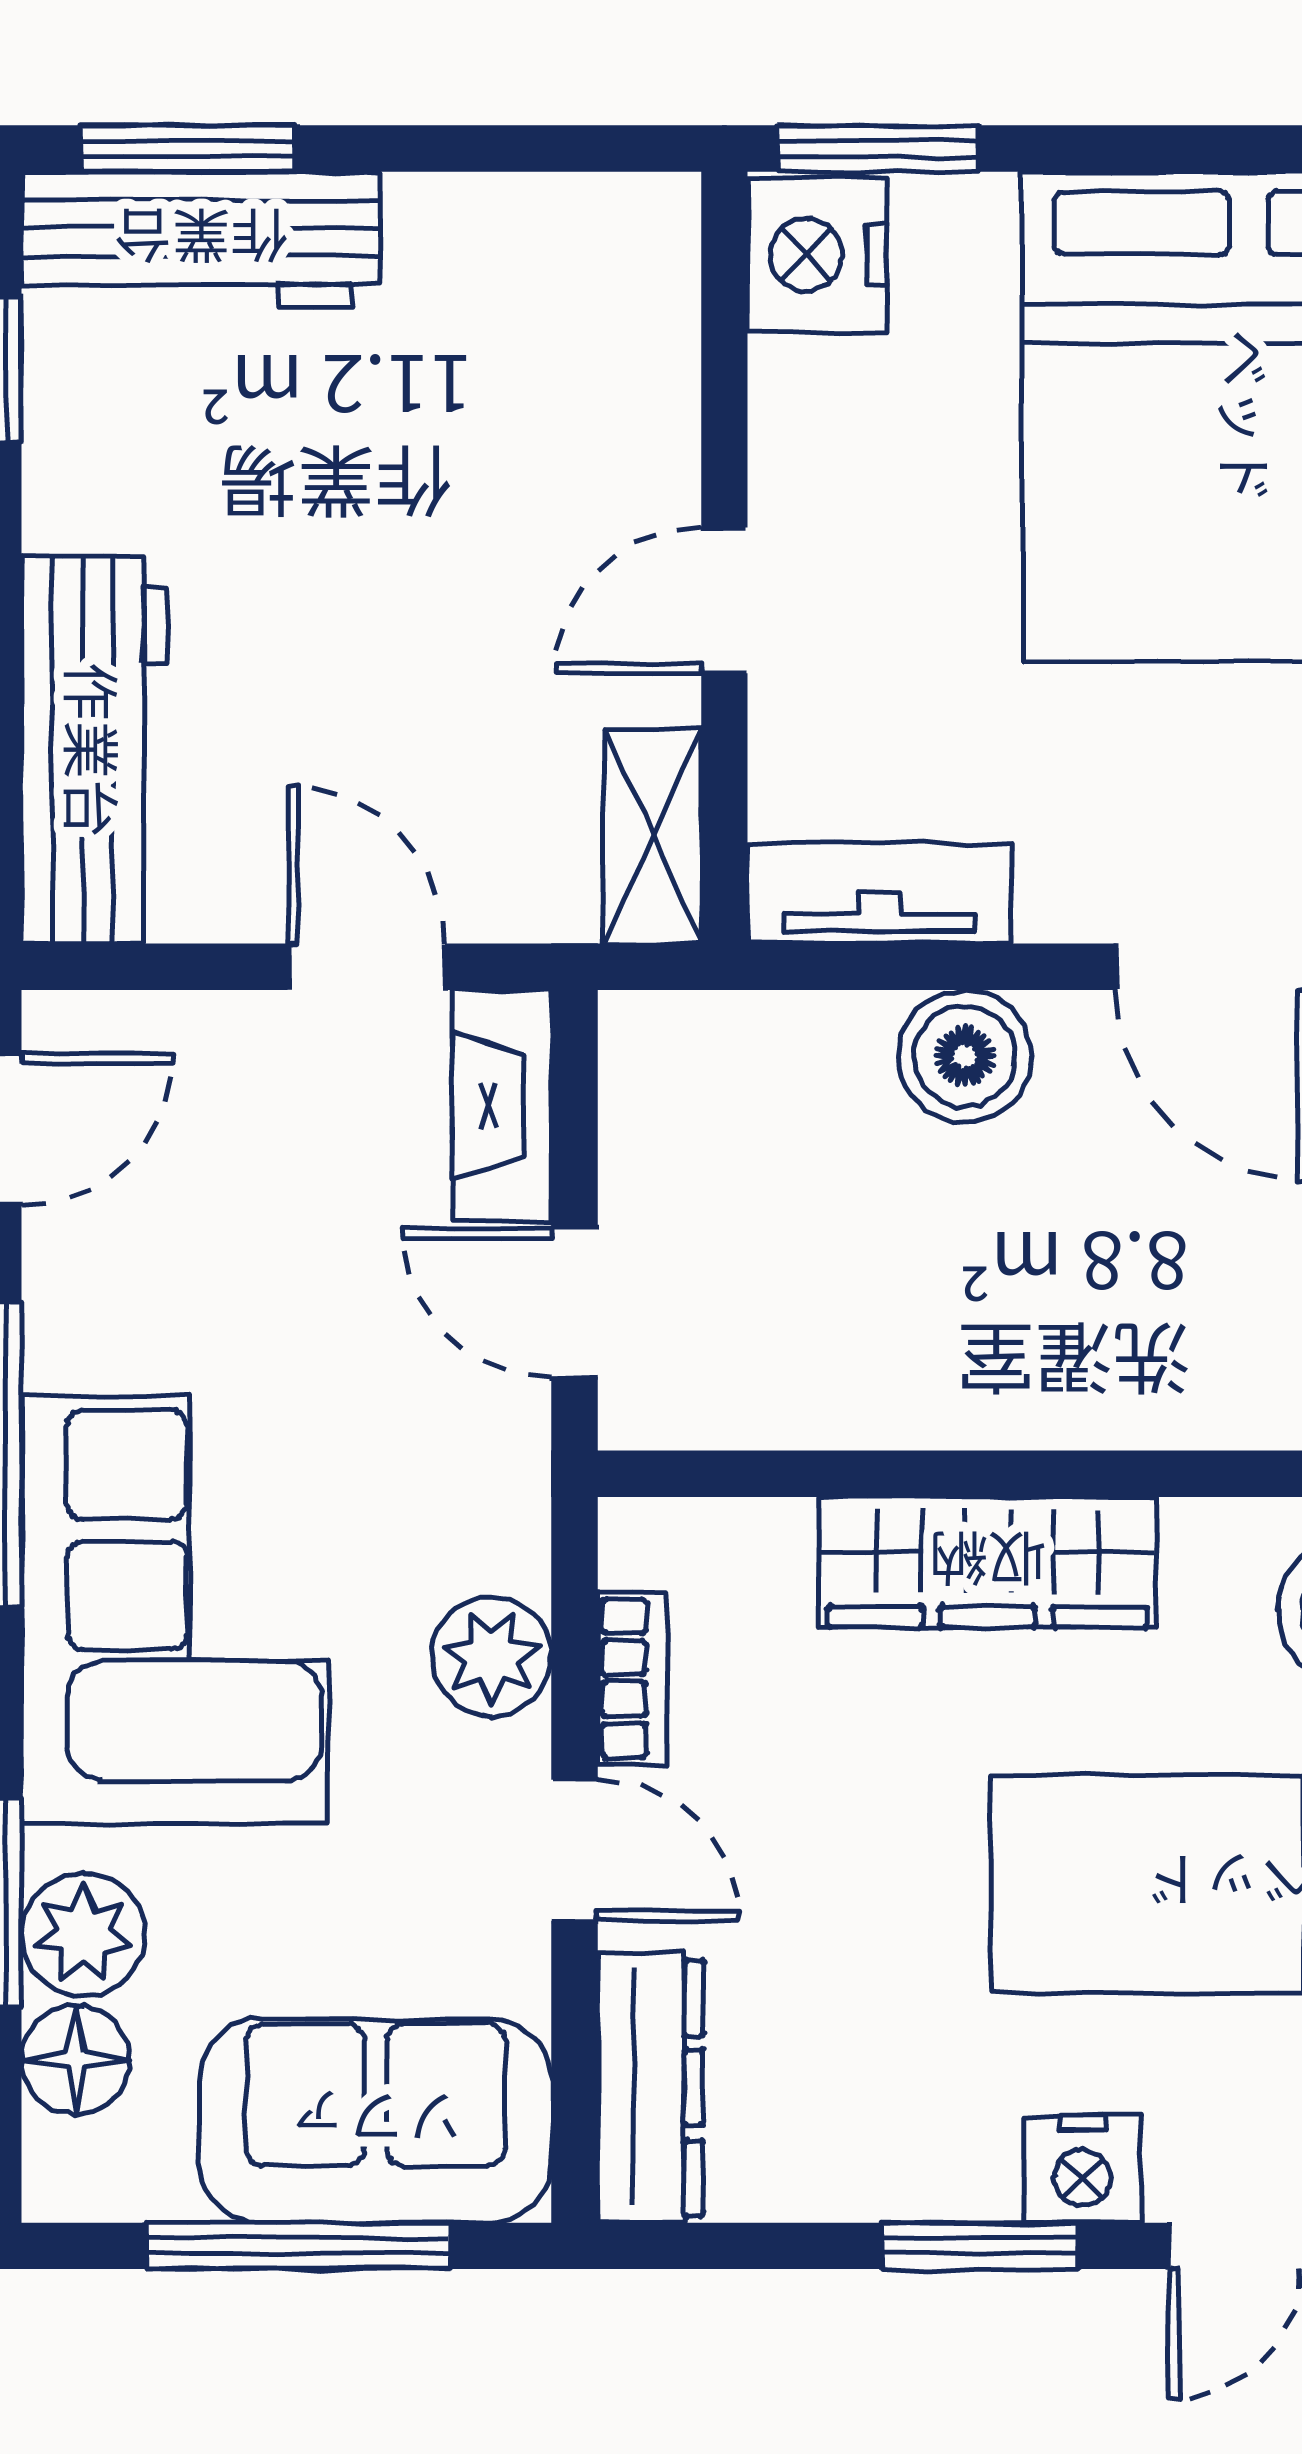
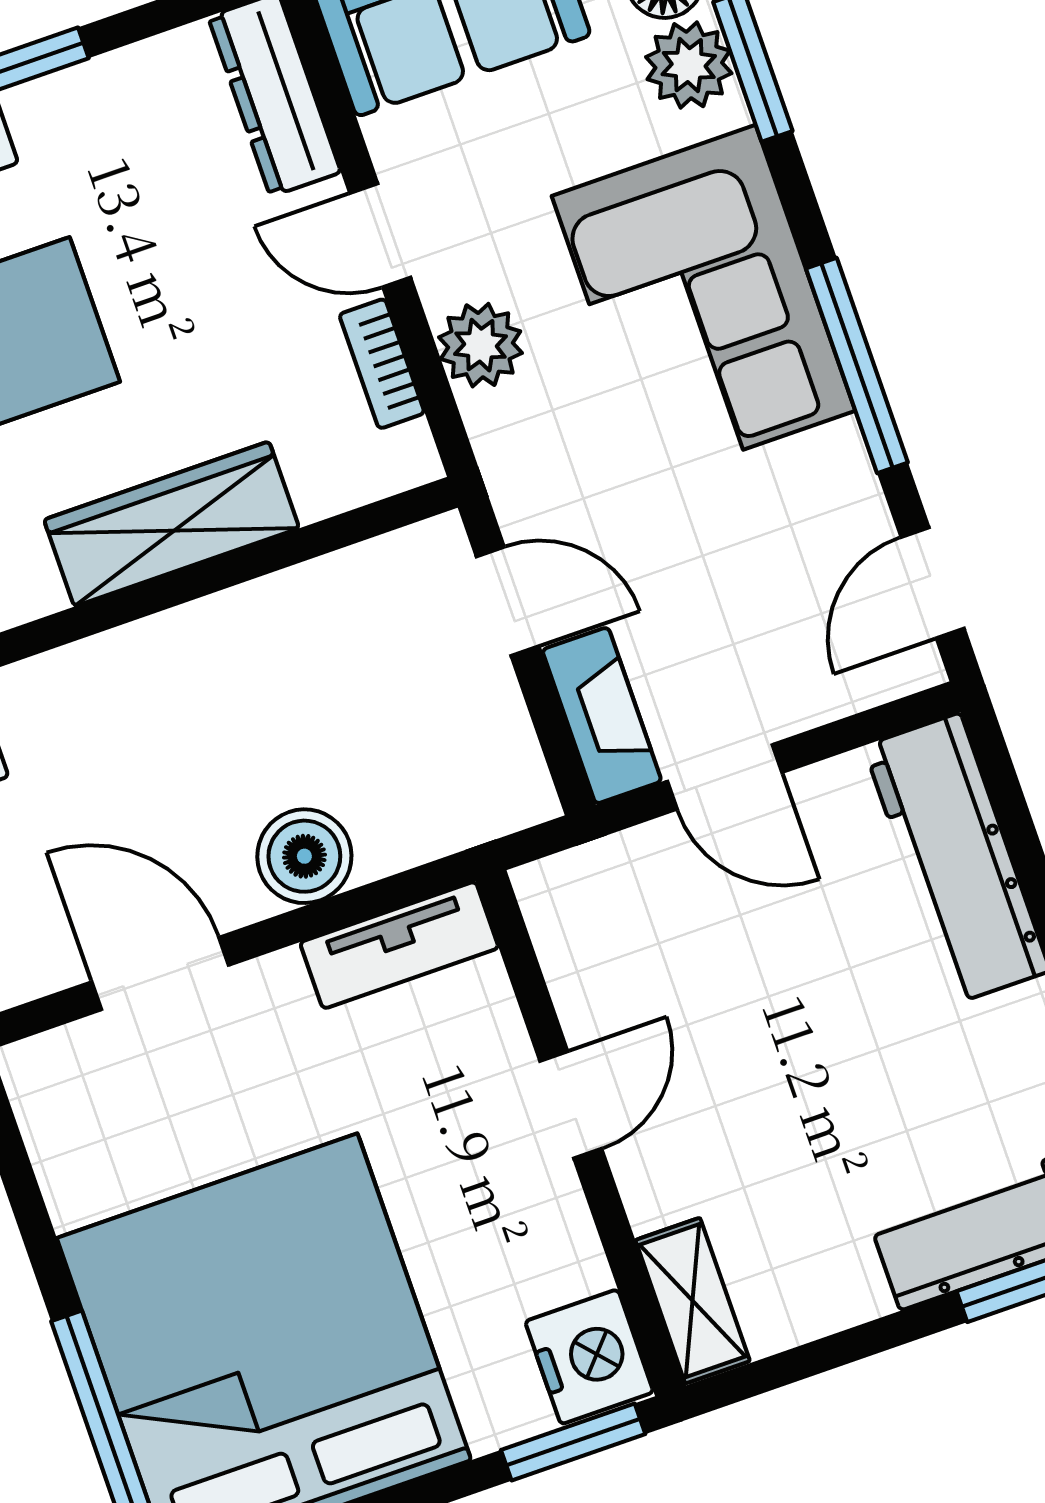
shelving: (653, 836) -> (693, 1301), moved

